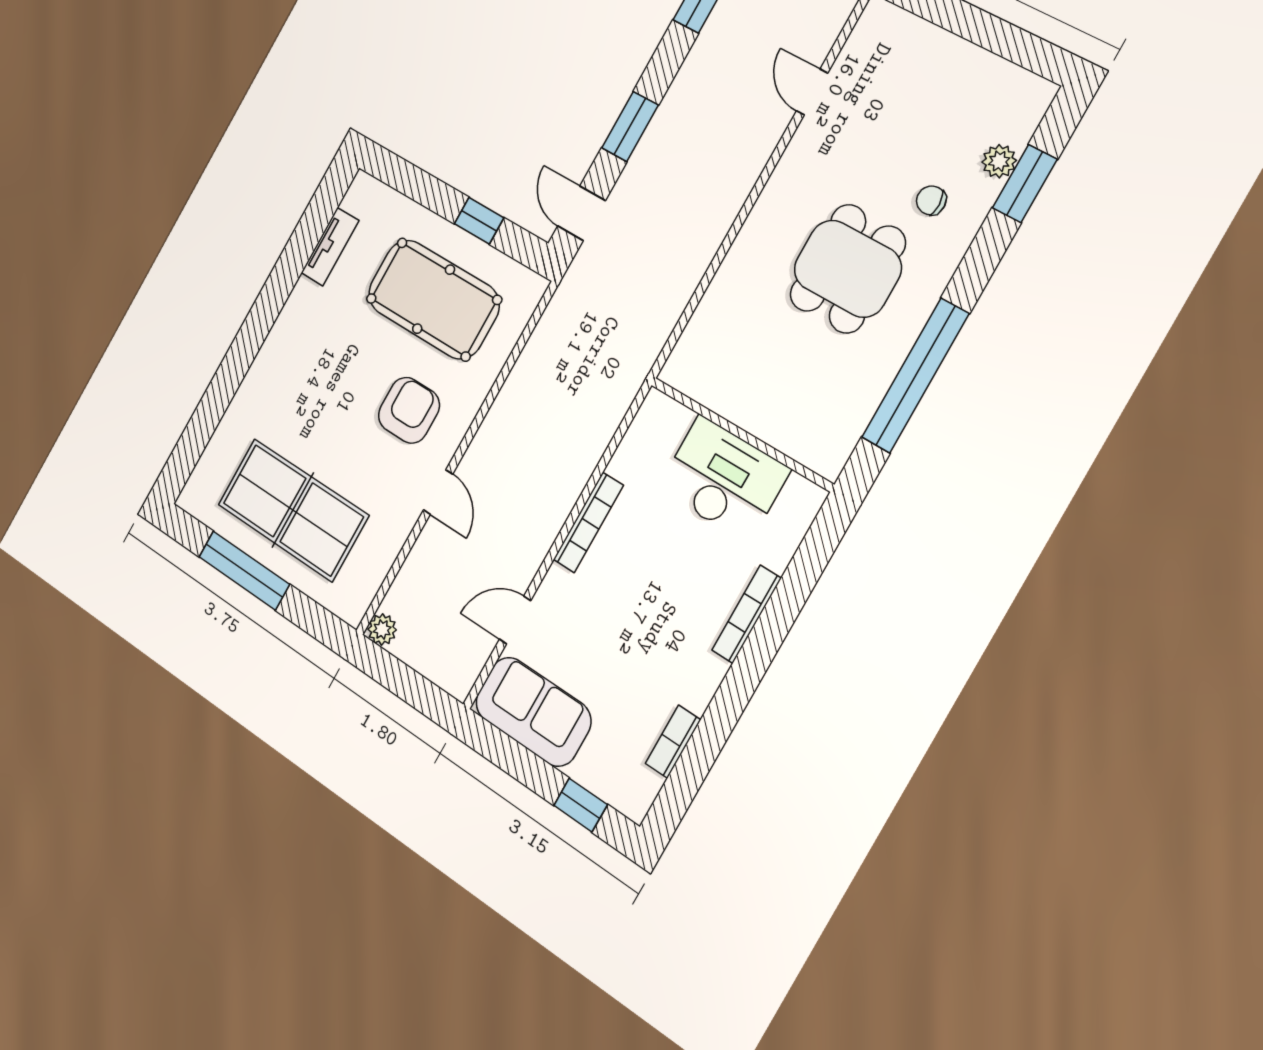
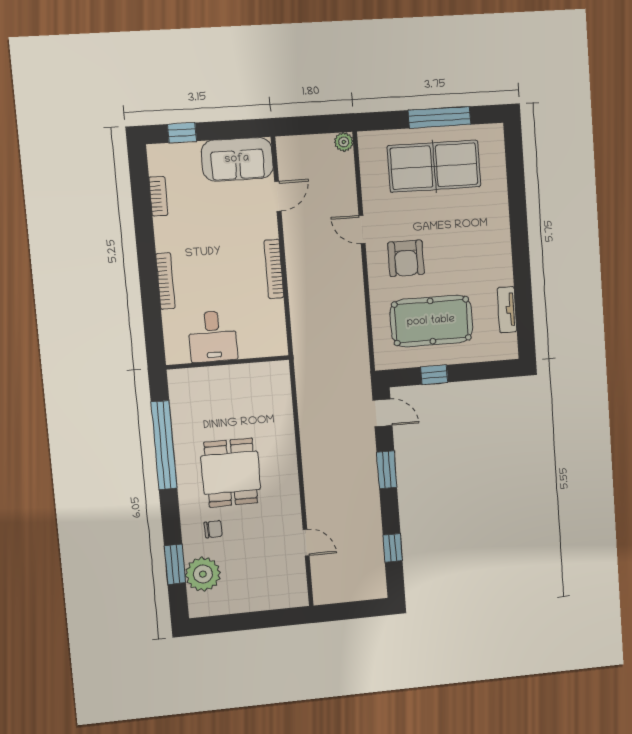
plant: (999, 161) -> (203, 574), width x1.88, depth x1.88
desk: (724, 479) -> (213, 336), width x0.73

